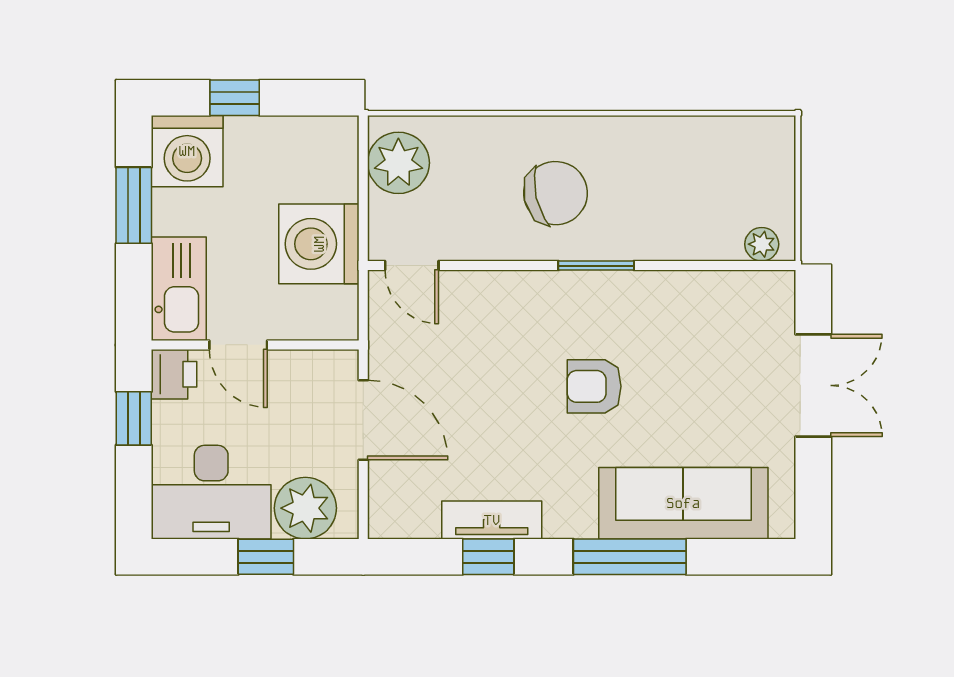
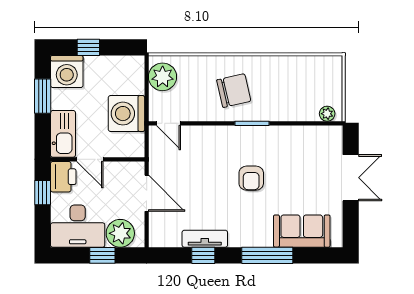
printer: (174, 374) -> (63, 177), width x1.36, depth x1.24
armchair: (594, 386) -> (251, 178), turned -90
sofa: (683, 503) -> (302, 231), width x0.73

